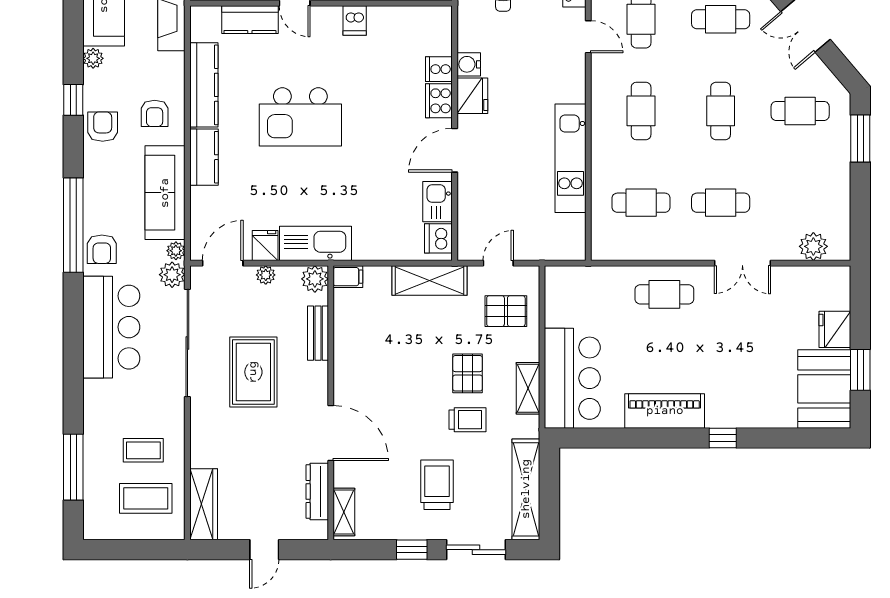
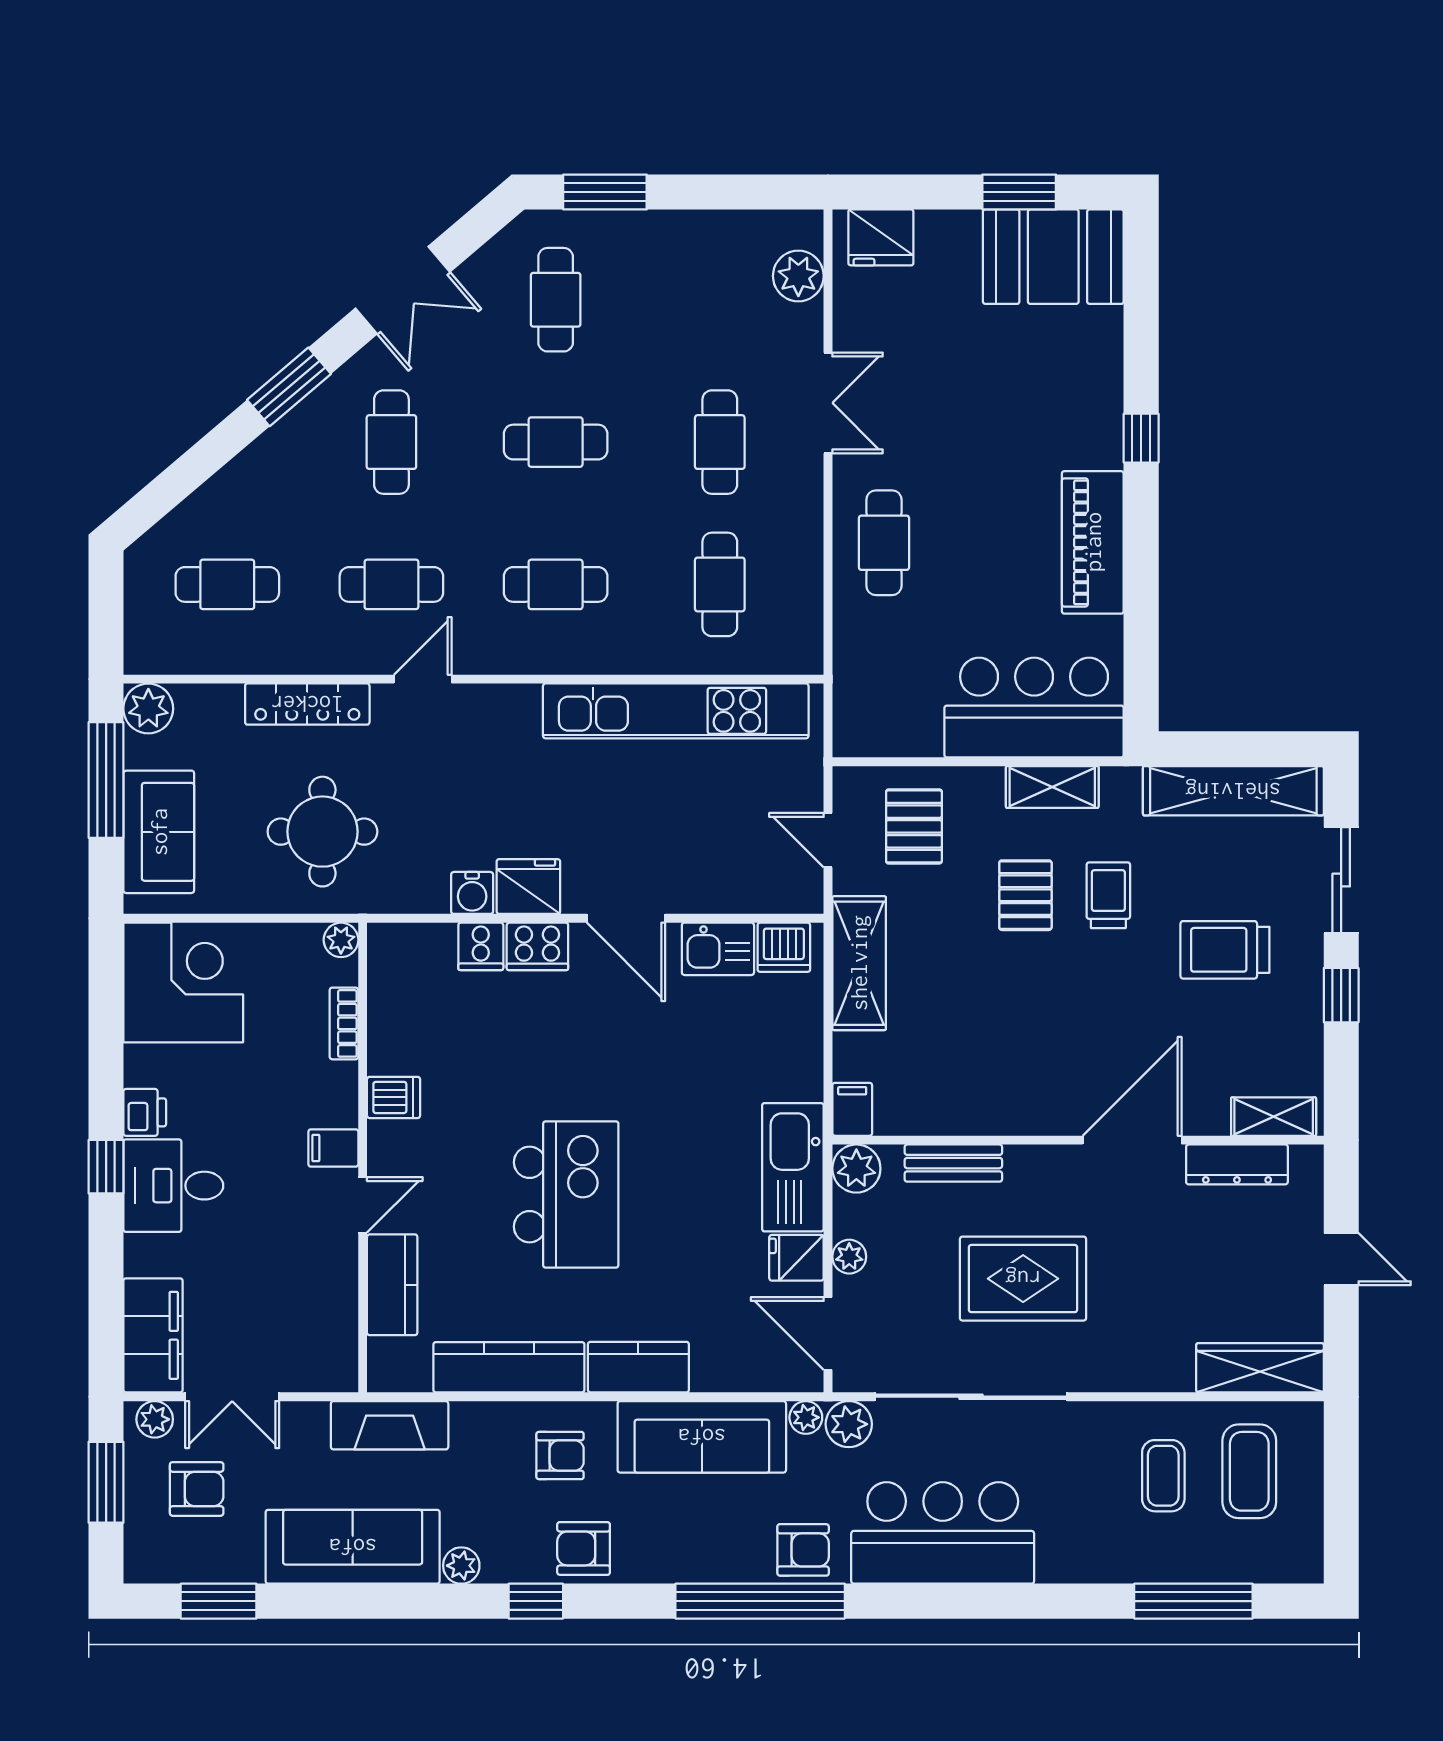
kitchen unit: (570, 158) -> (676, 711), width x1.36
fridge: (835, 329) -> (881, 237), moved
pallet: (468, 373) -> (1025, 895), turned 90

